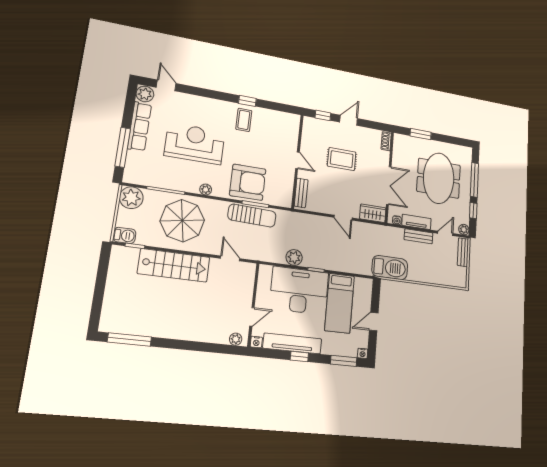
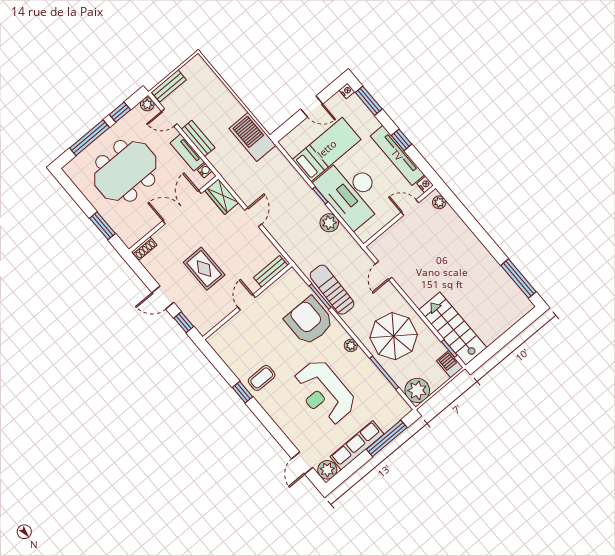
stairs: (174, 265) -> (453, 329), moved

